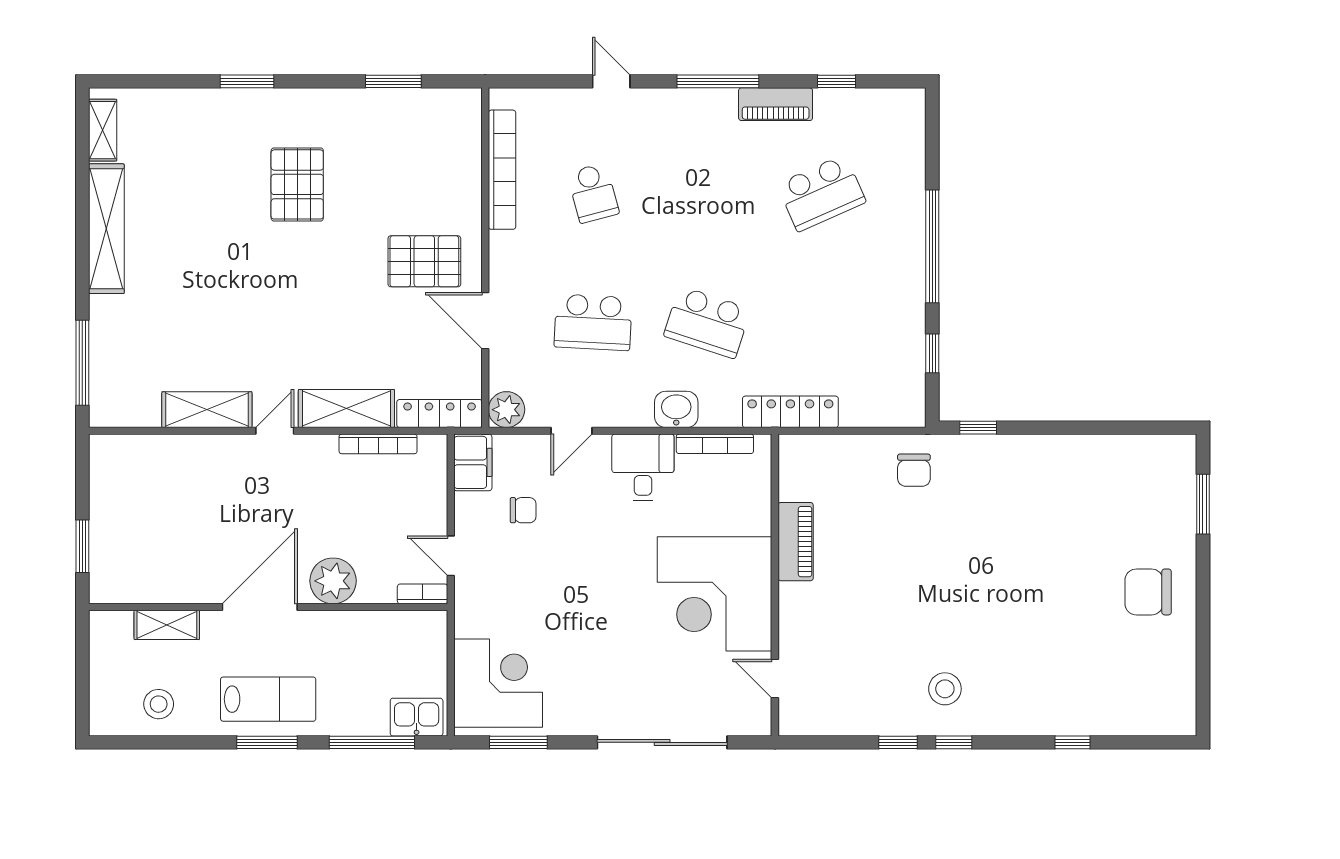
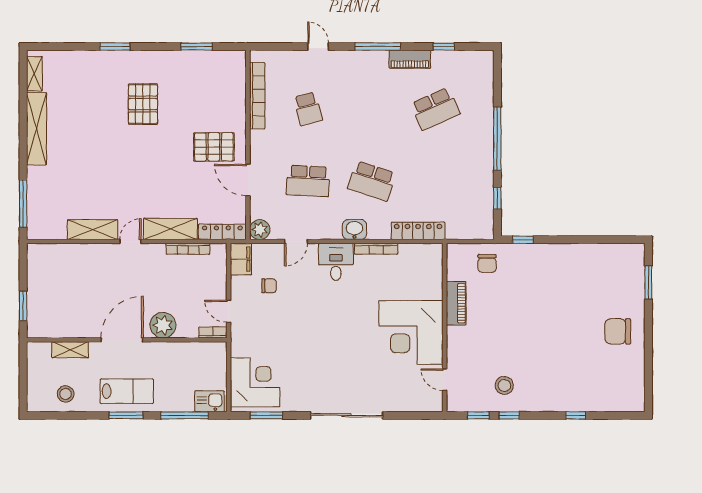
piano: (796, 542) -> (456, 303), moved
wall: (775, 585) -> (445, 328), moved
corner desk: (715, 594) -> (411, 332), moved
door: (775, 679) -> (445, 380), moved

